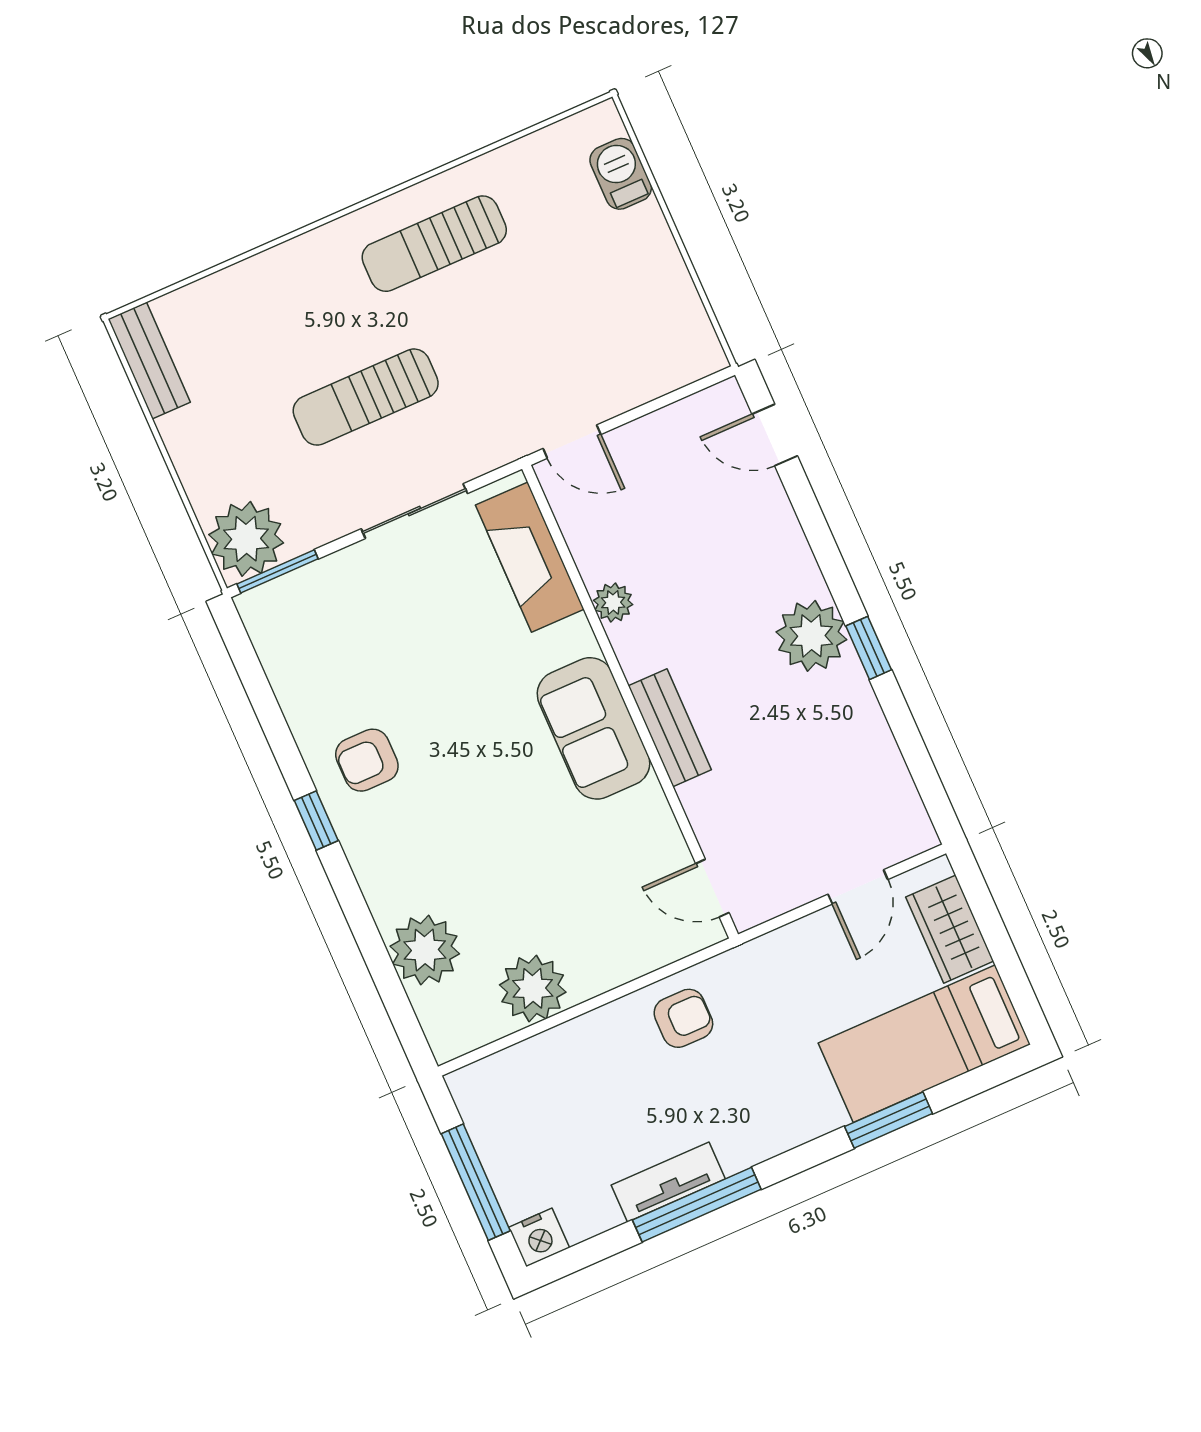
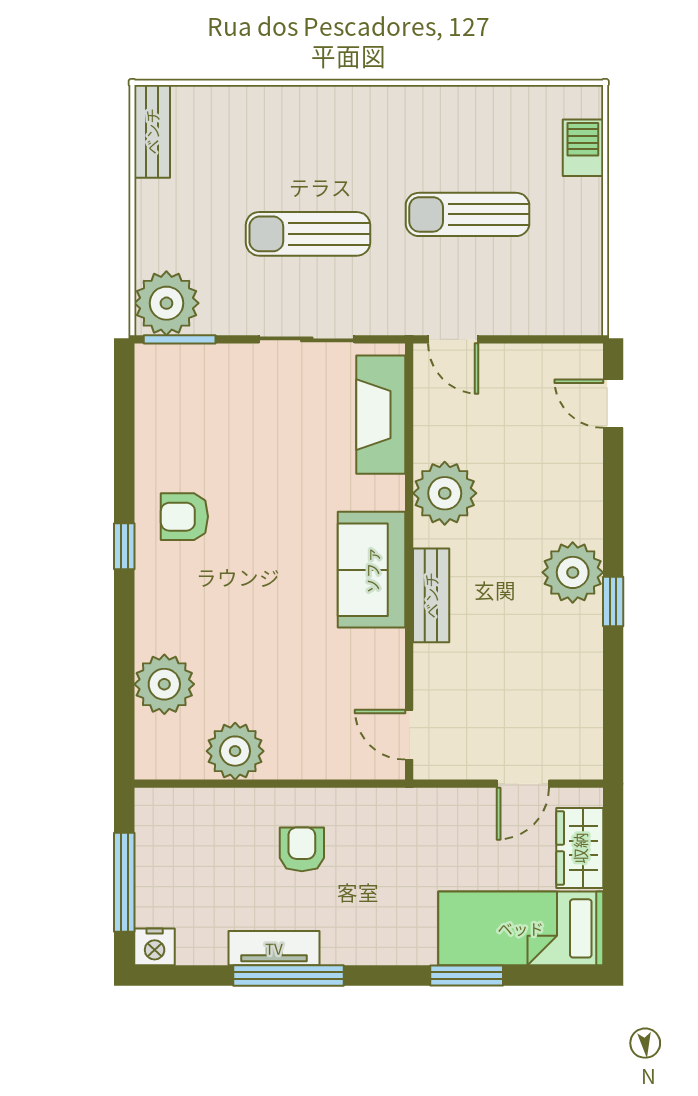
sun lounger: (434, 244) -> (467, 214), moved
plant: (613, 602) -> (445, 493), width x1.87, depth x1.87
armchair: (683, 1018) -> (302, 849), moved, turned -90

